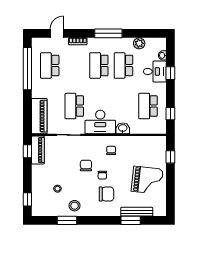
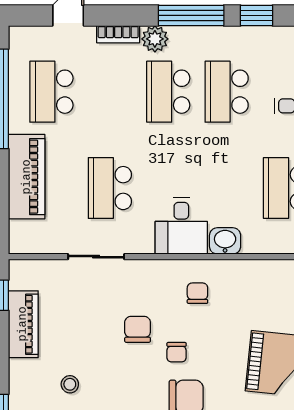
window: (136, 33) -> (256, 15), added
plant: (139, 43) -> (155, 39), moved
piano: (39, 116) -> (27, 177), moved
desk: (100, 122) -> (181, 226), width x0.73
piano: (38, 150) -> (23, 324), moved

